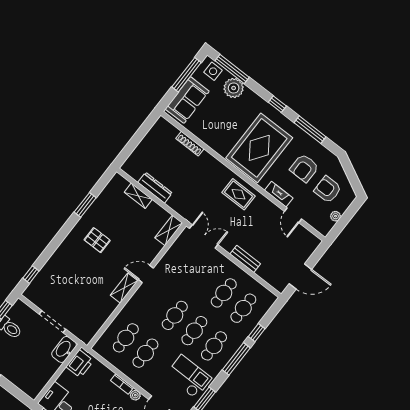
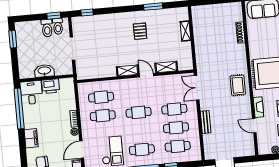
dresser: (155, 188) -> (198, 36), removed
door: (293, 215) -> (254, 126), hinge flipped
shelving: (169, 230) -> (166, 67), moved
double door: (204, 237) -> (197, 88), swing flipped
toilet: (18, 315) -> (58, 26), added
cafe table: (194, 331) -> (174, 109), moved
washbasin: (64, 349) -> (44, 71), moved
printer: (80, 364) -> (51, 86), moved

